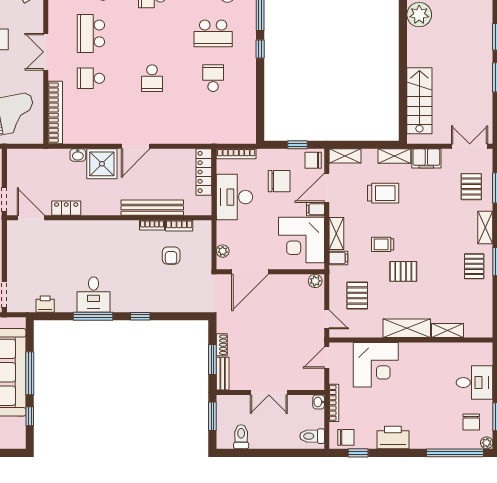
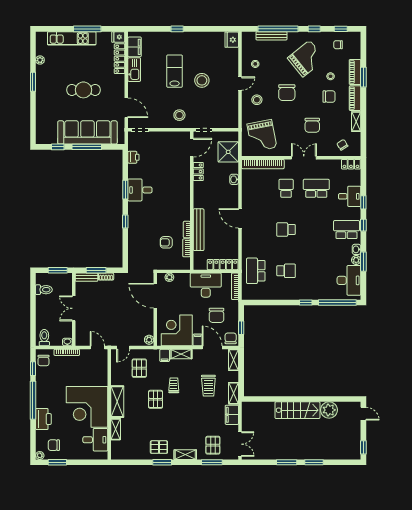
school desk: (213, 33) -> (256, 271), moved
stairs: (419, 101) -> (297, 410), moved
shower: (102, 164) -> (228, 152), moved
pallet: (471, 187) -> (213, 445), turned 90
pallet: (357, 296) -> (139, 368), turned 90
window: (93, 316) -> (125, 190), width x0.69
corner desk: (376, 365) -> (87, 407), moved, width x1.36, depth x1.36
desk: (474, 383) -> (95, 440), moved, turned -90
printer: (393, 438) -> (43, 419), moved
window: (455, 453) -> (33, 400), moved

